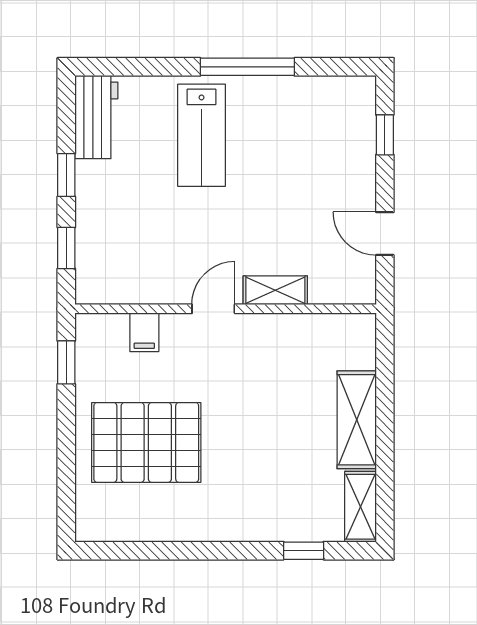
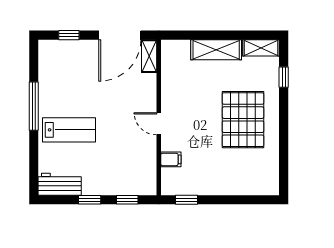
door: (385, 234) -> (120, 35), width x1.87
shelving: (275, 290) -> (149, 56), moved
pallet: (146, 442) -> (243, 120), moved

